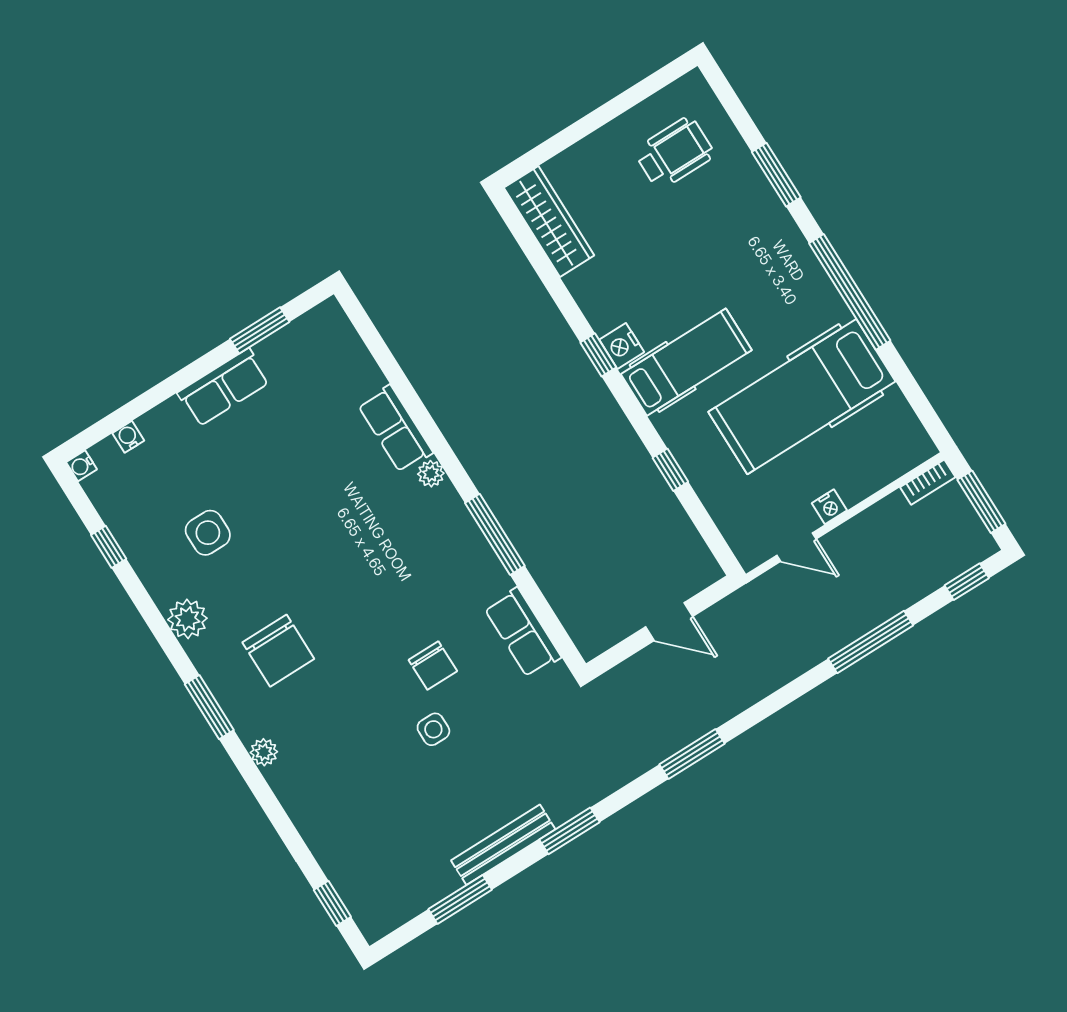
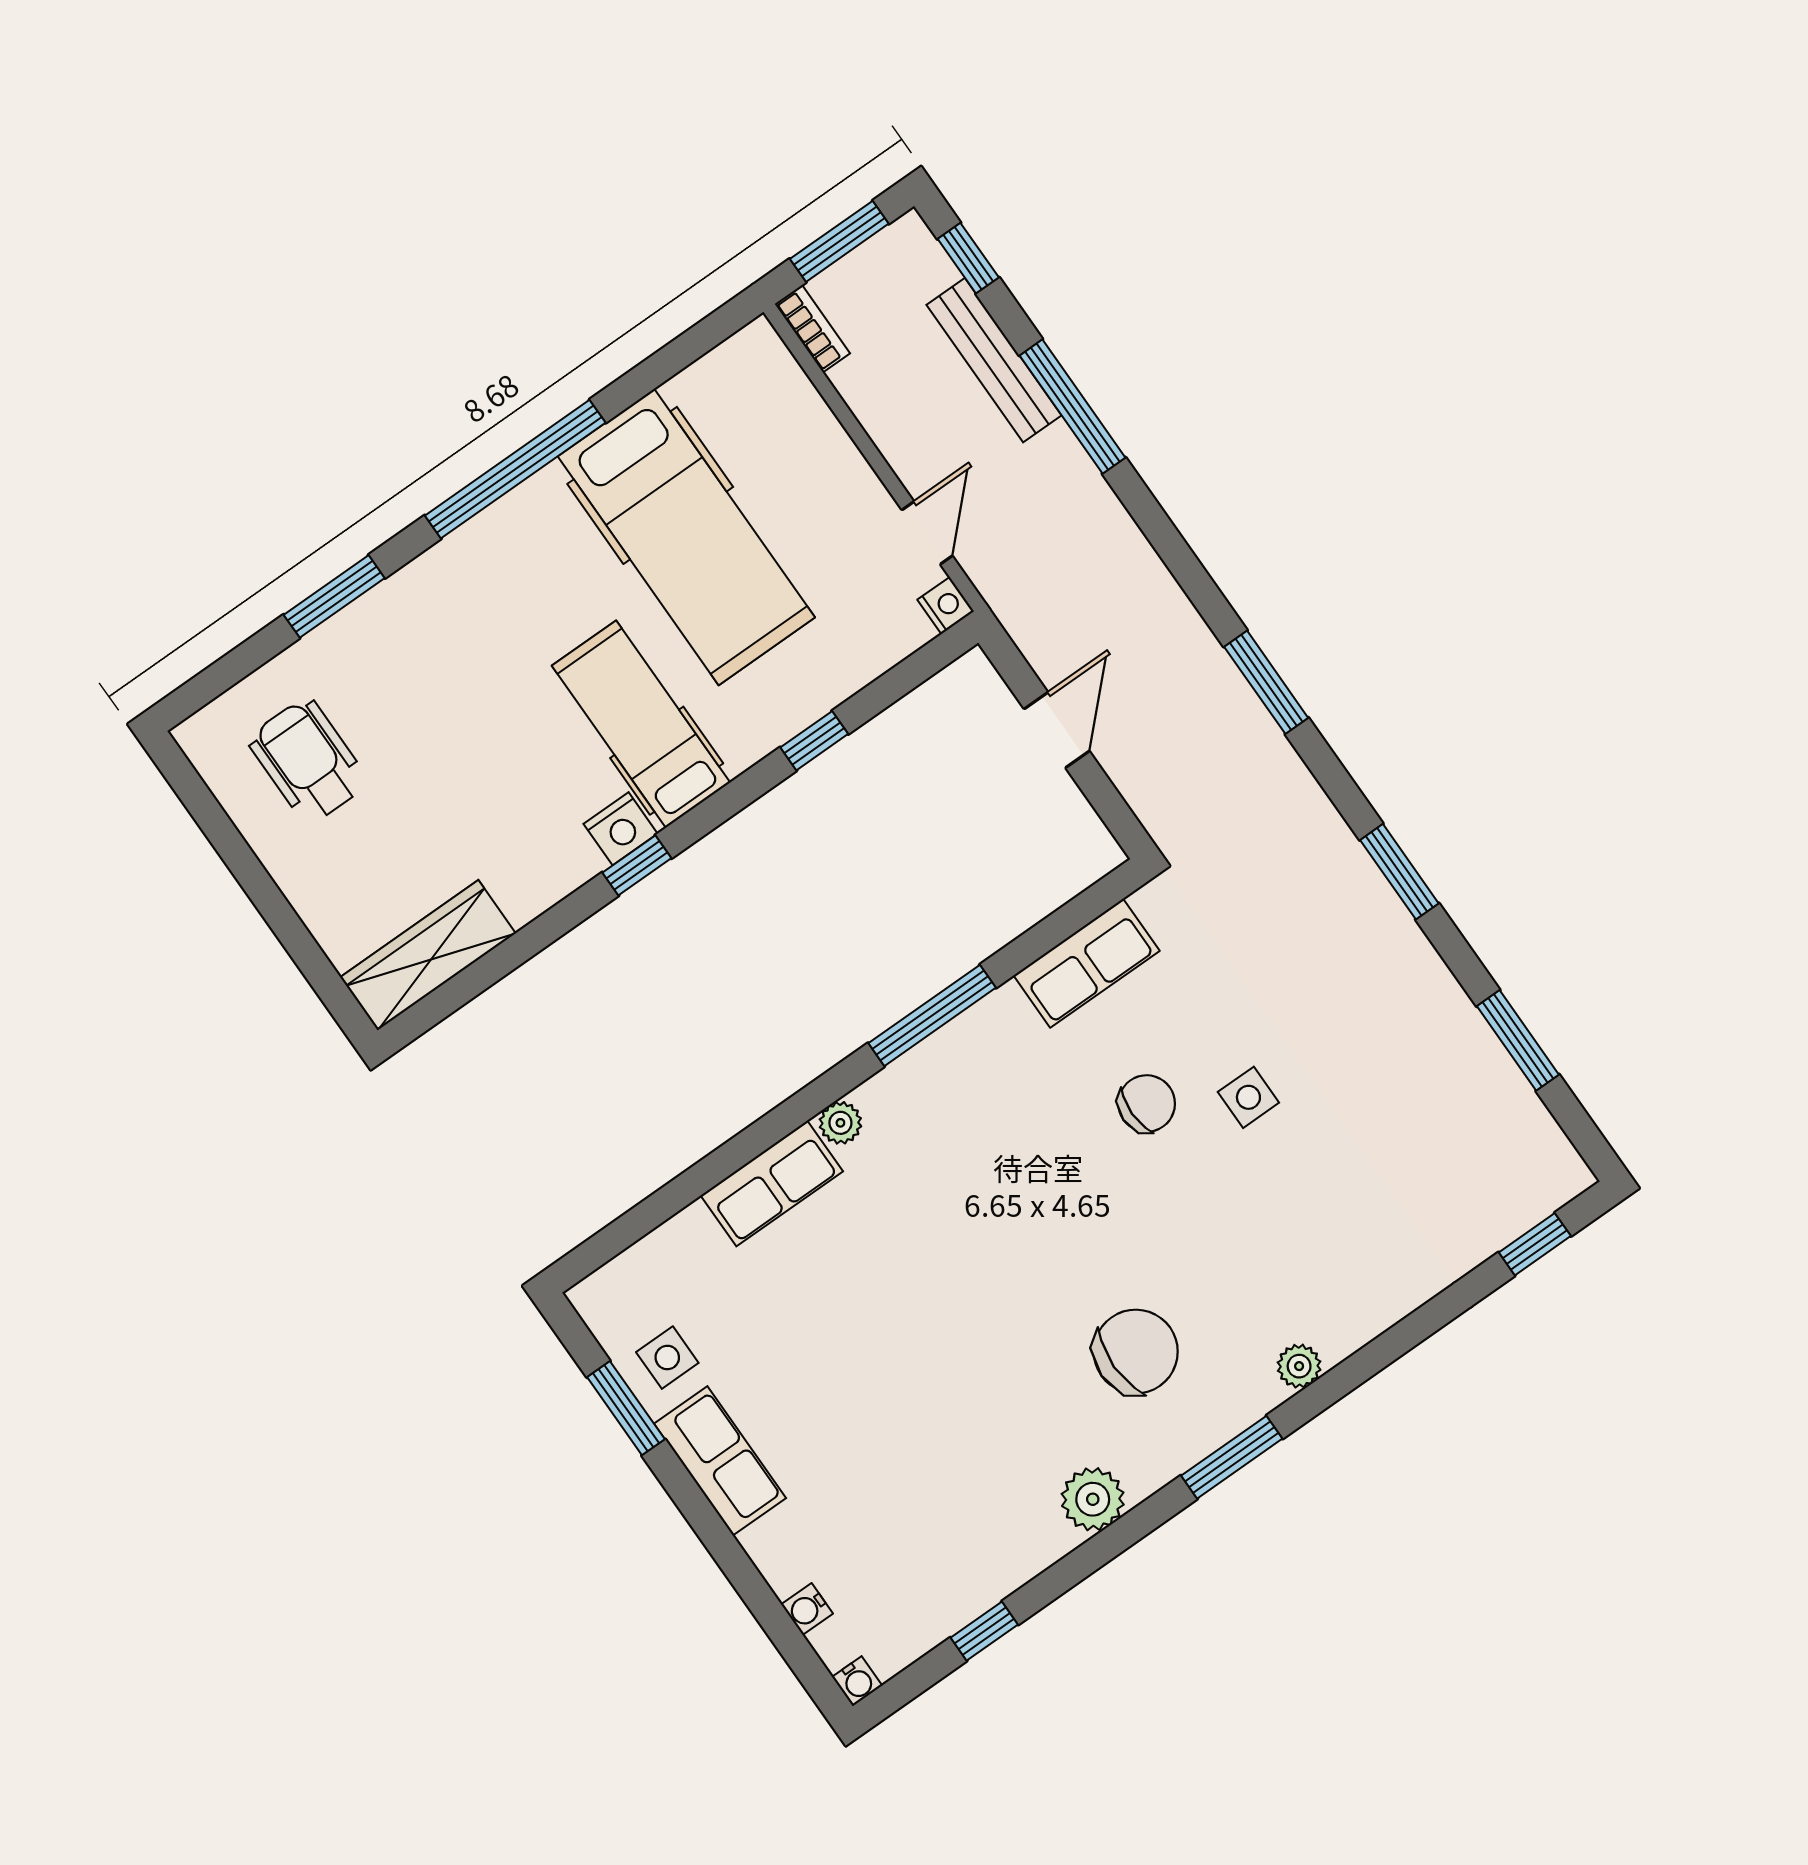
nightstand: (829, 507) -> (946, 606), moved
side table: (208, 533) -> (667, 1358), moved, width x0.73, depth x0.73
bench: (503, 845) -> (994, 360), moved

